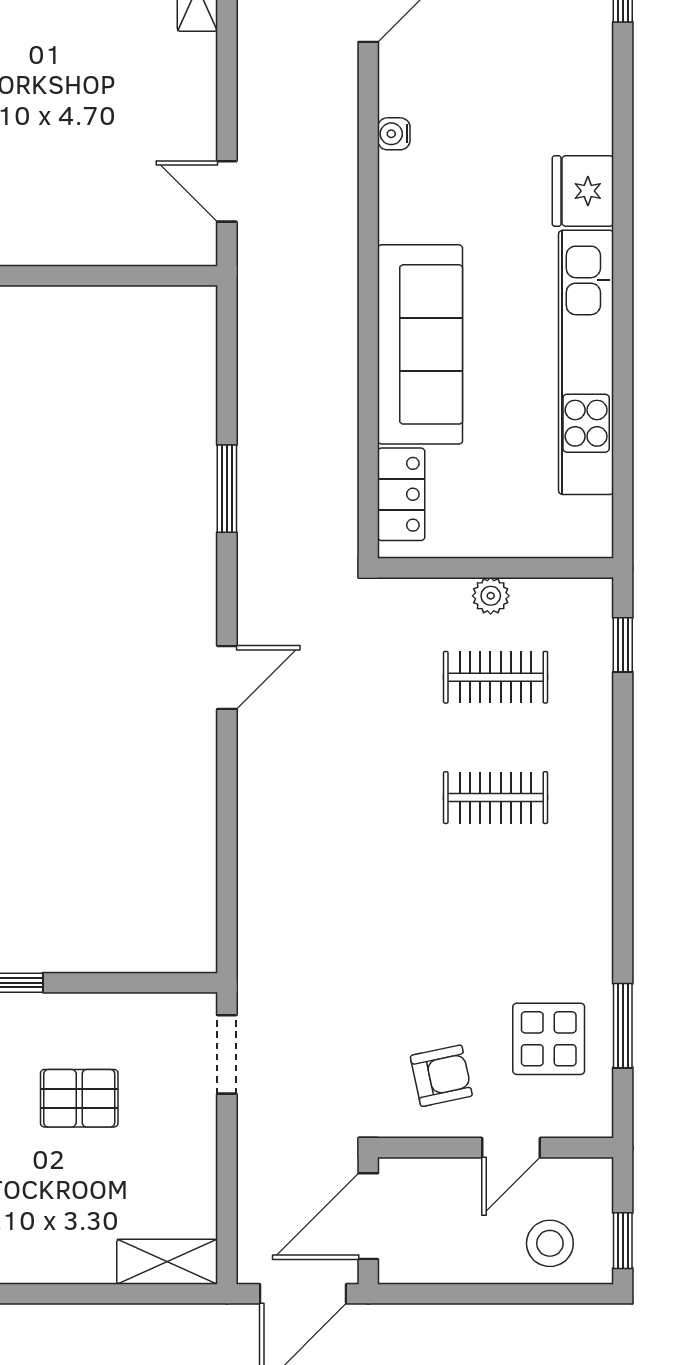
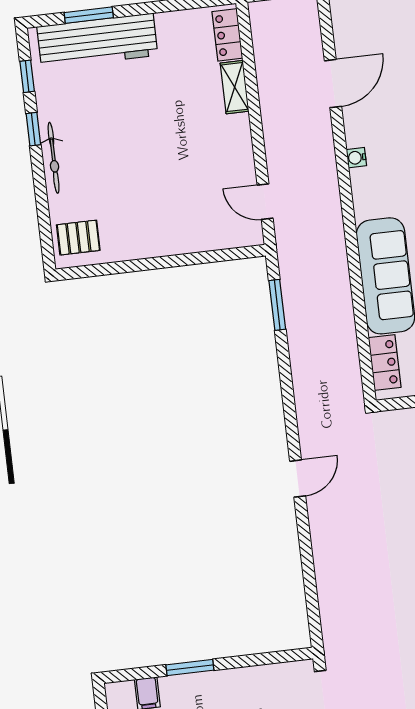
window: (227, 489) -> (277, 305), moved

